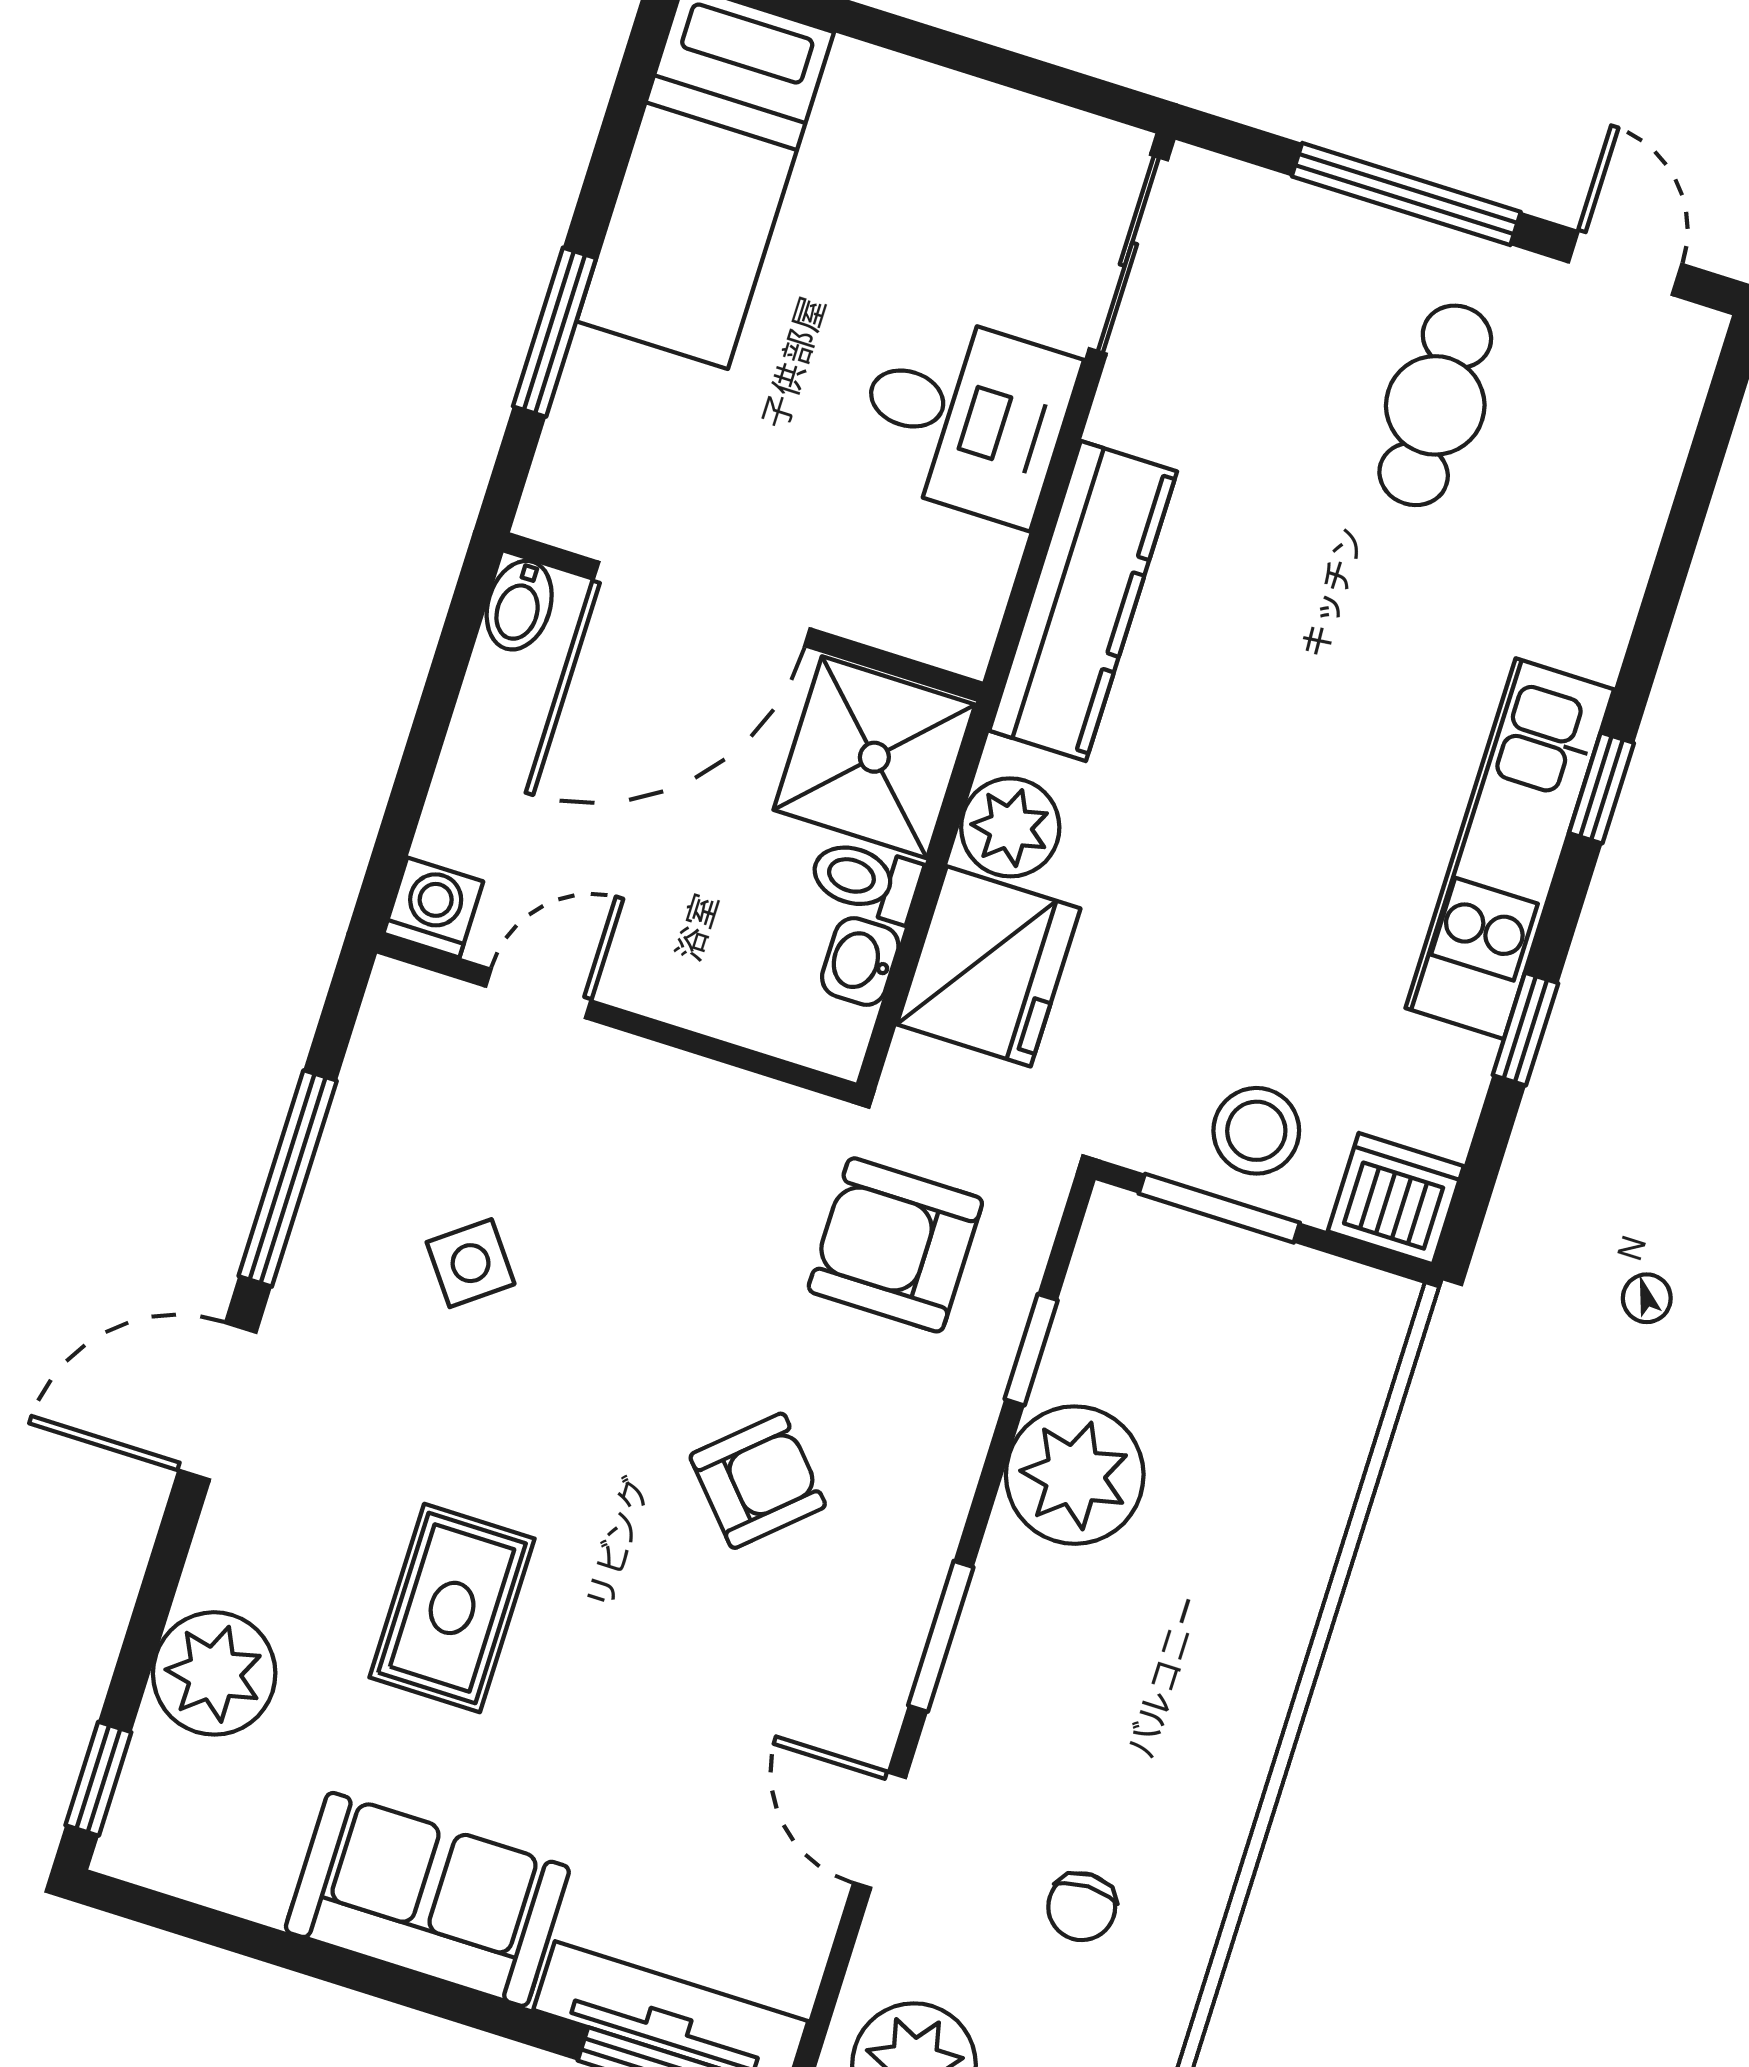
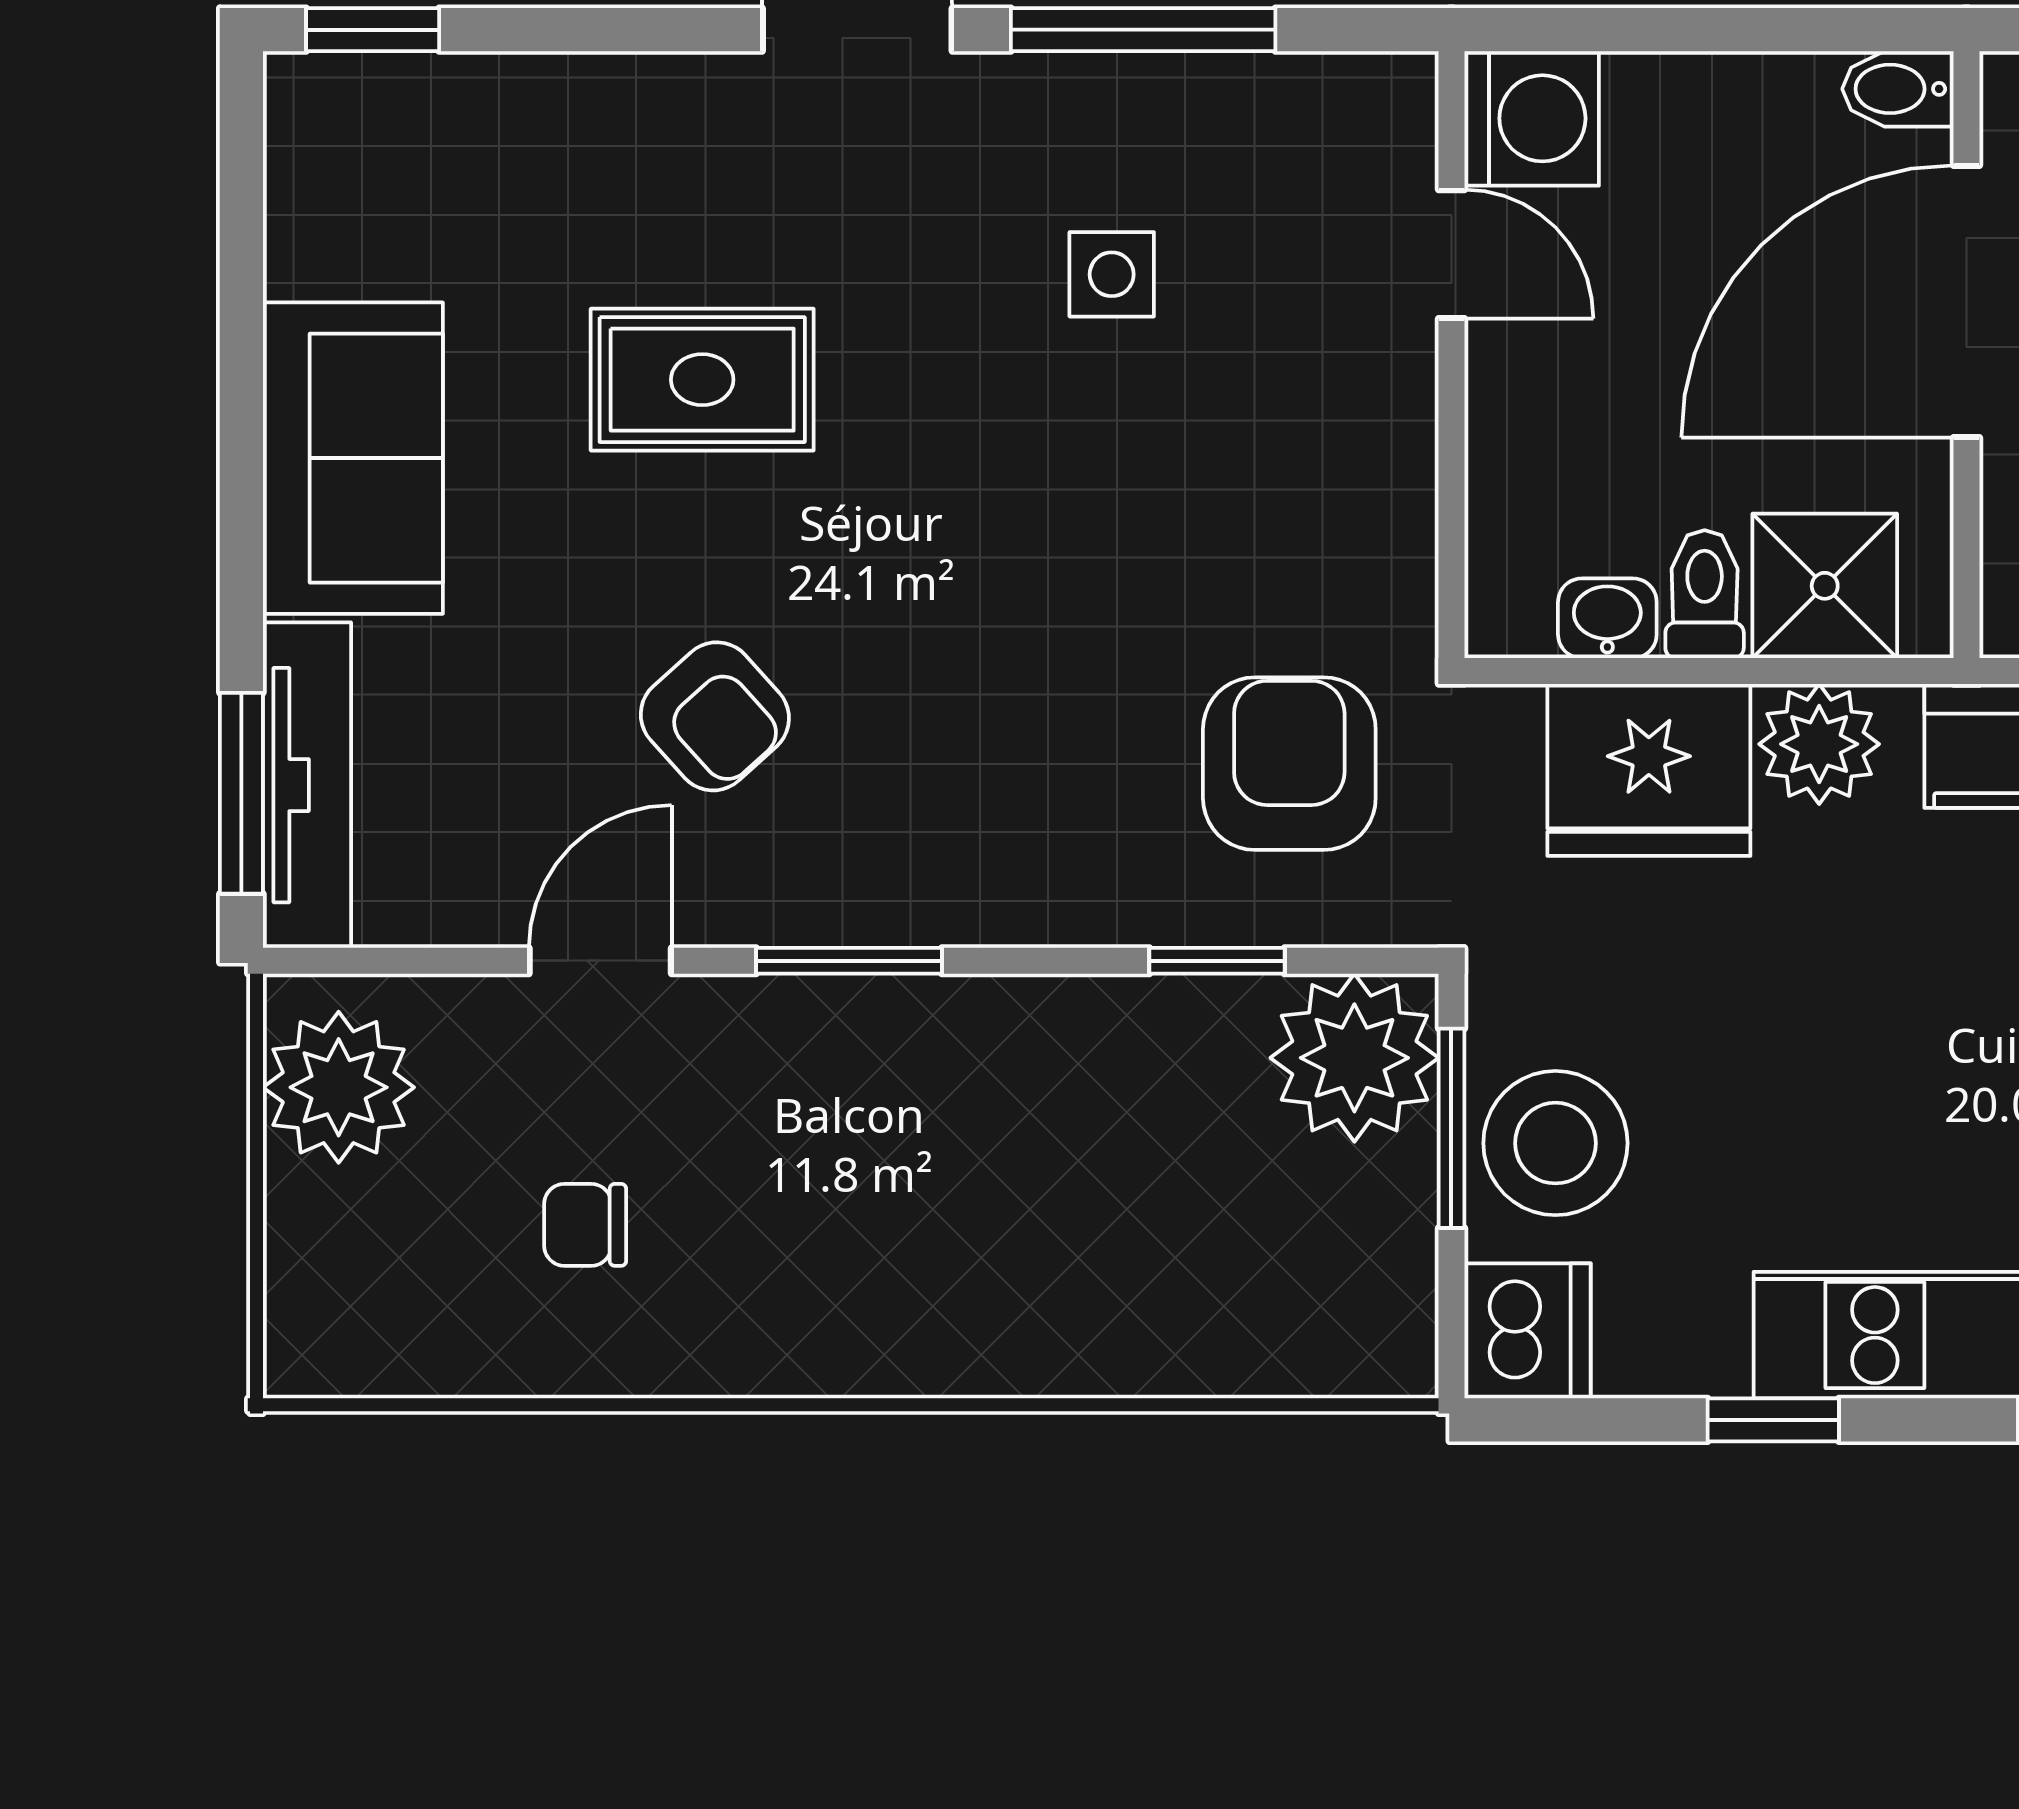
door: (702, 604) -> (1966, 301), hinge flipped
shower: (874, 757) -> (1825, 586), width x0.73, depth x0.73
washing machine: (433, 907) -> (1532, 118), width x1.38, depth x1.38
stool: (1256, 1131) -> (1555, 1143), width x1.38, depth x1.38
side table: (471, 1263) -> (1112, 274), turned 37
plant: (1075, 1475) -> (1354, 1058), moved
armchair: (758, 1481) -> (715, 716), moved
plant: (214, 1673) -> (538, 126), removed

